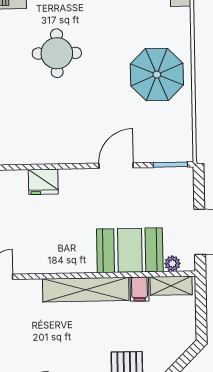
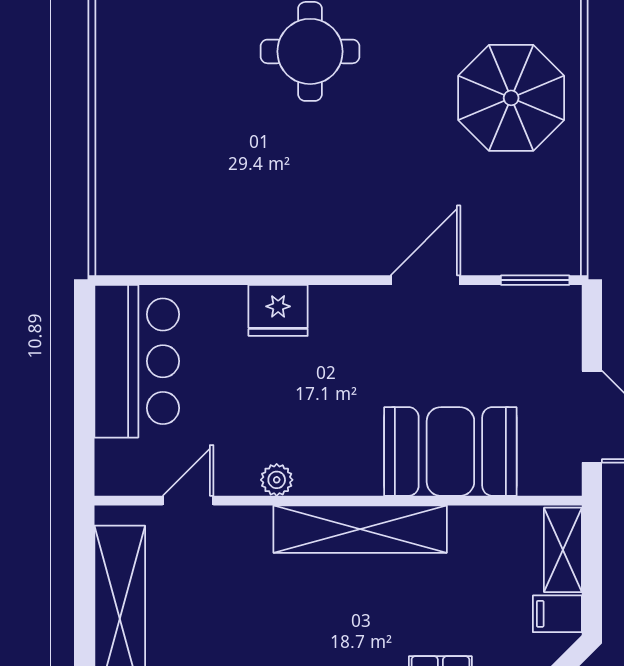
plant: (172, 264) -> (277, 480), moved
shelving: (171, 286) -> (563, 550), moved, turned 90
filing cabinet: (140, 289) -> (557, 614), moved, turned 90

